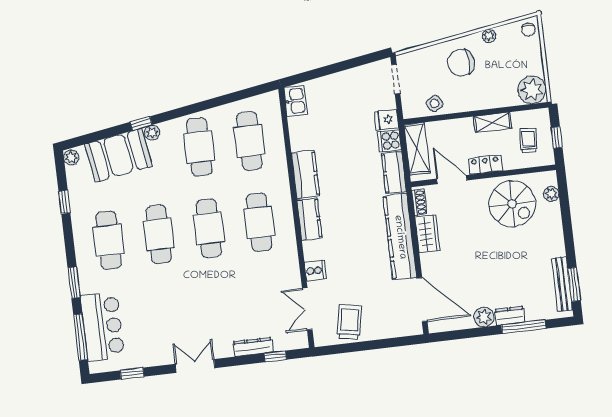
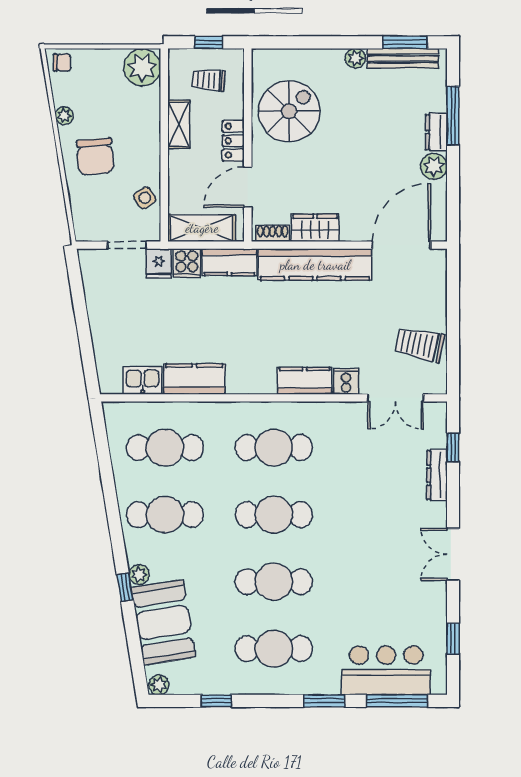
doorway: (396, 79) -> (127, 245), moved
kitchen sink: (296, 101) -> (143, 380), moved
kitchen counter: (305, 174) -> (194, 379), moved
plant: (551, 194) -> (355, 58), moved
kitchen counter: (310, 219) -> (305, 381), moved

